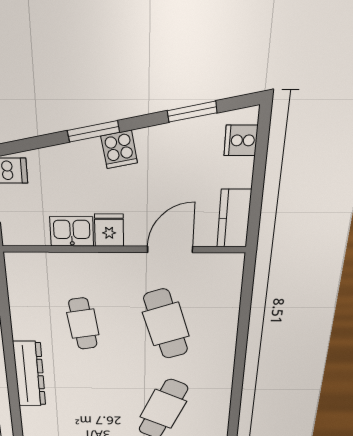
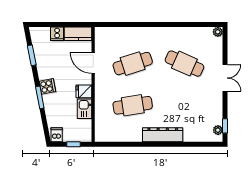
cooker: (241, 140) -> (57, 34), moved
cafe table: (83, 324) -> (133, 105), width x1.37, depth x1.35

